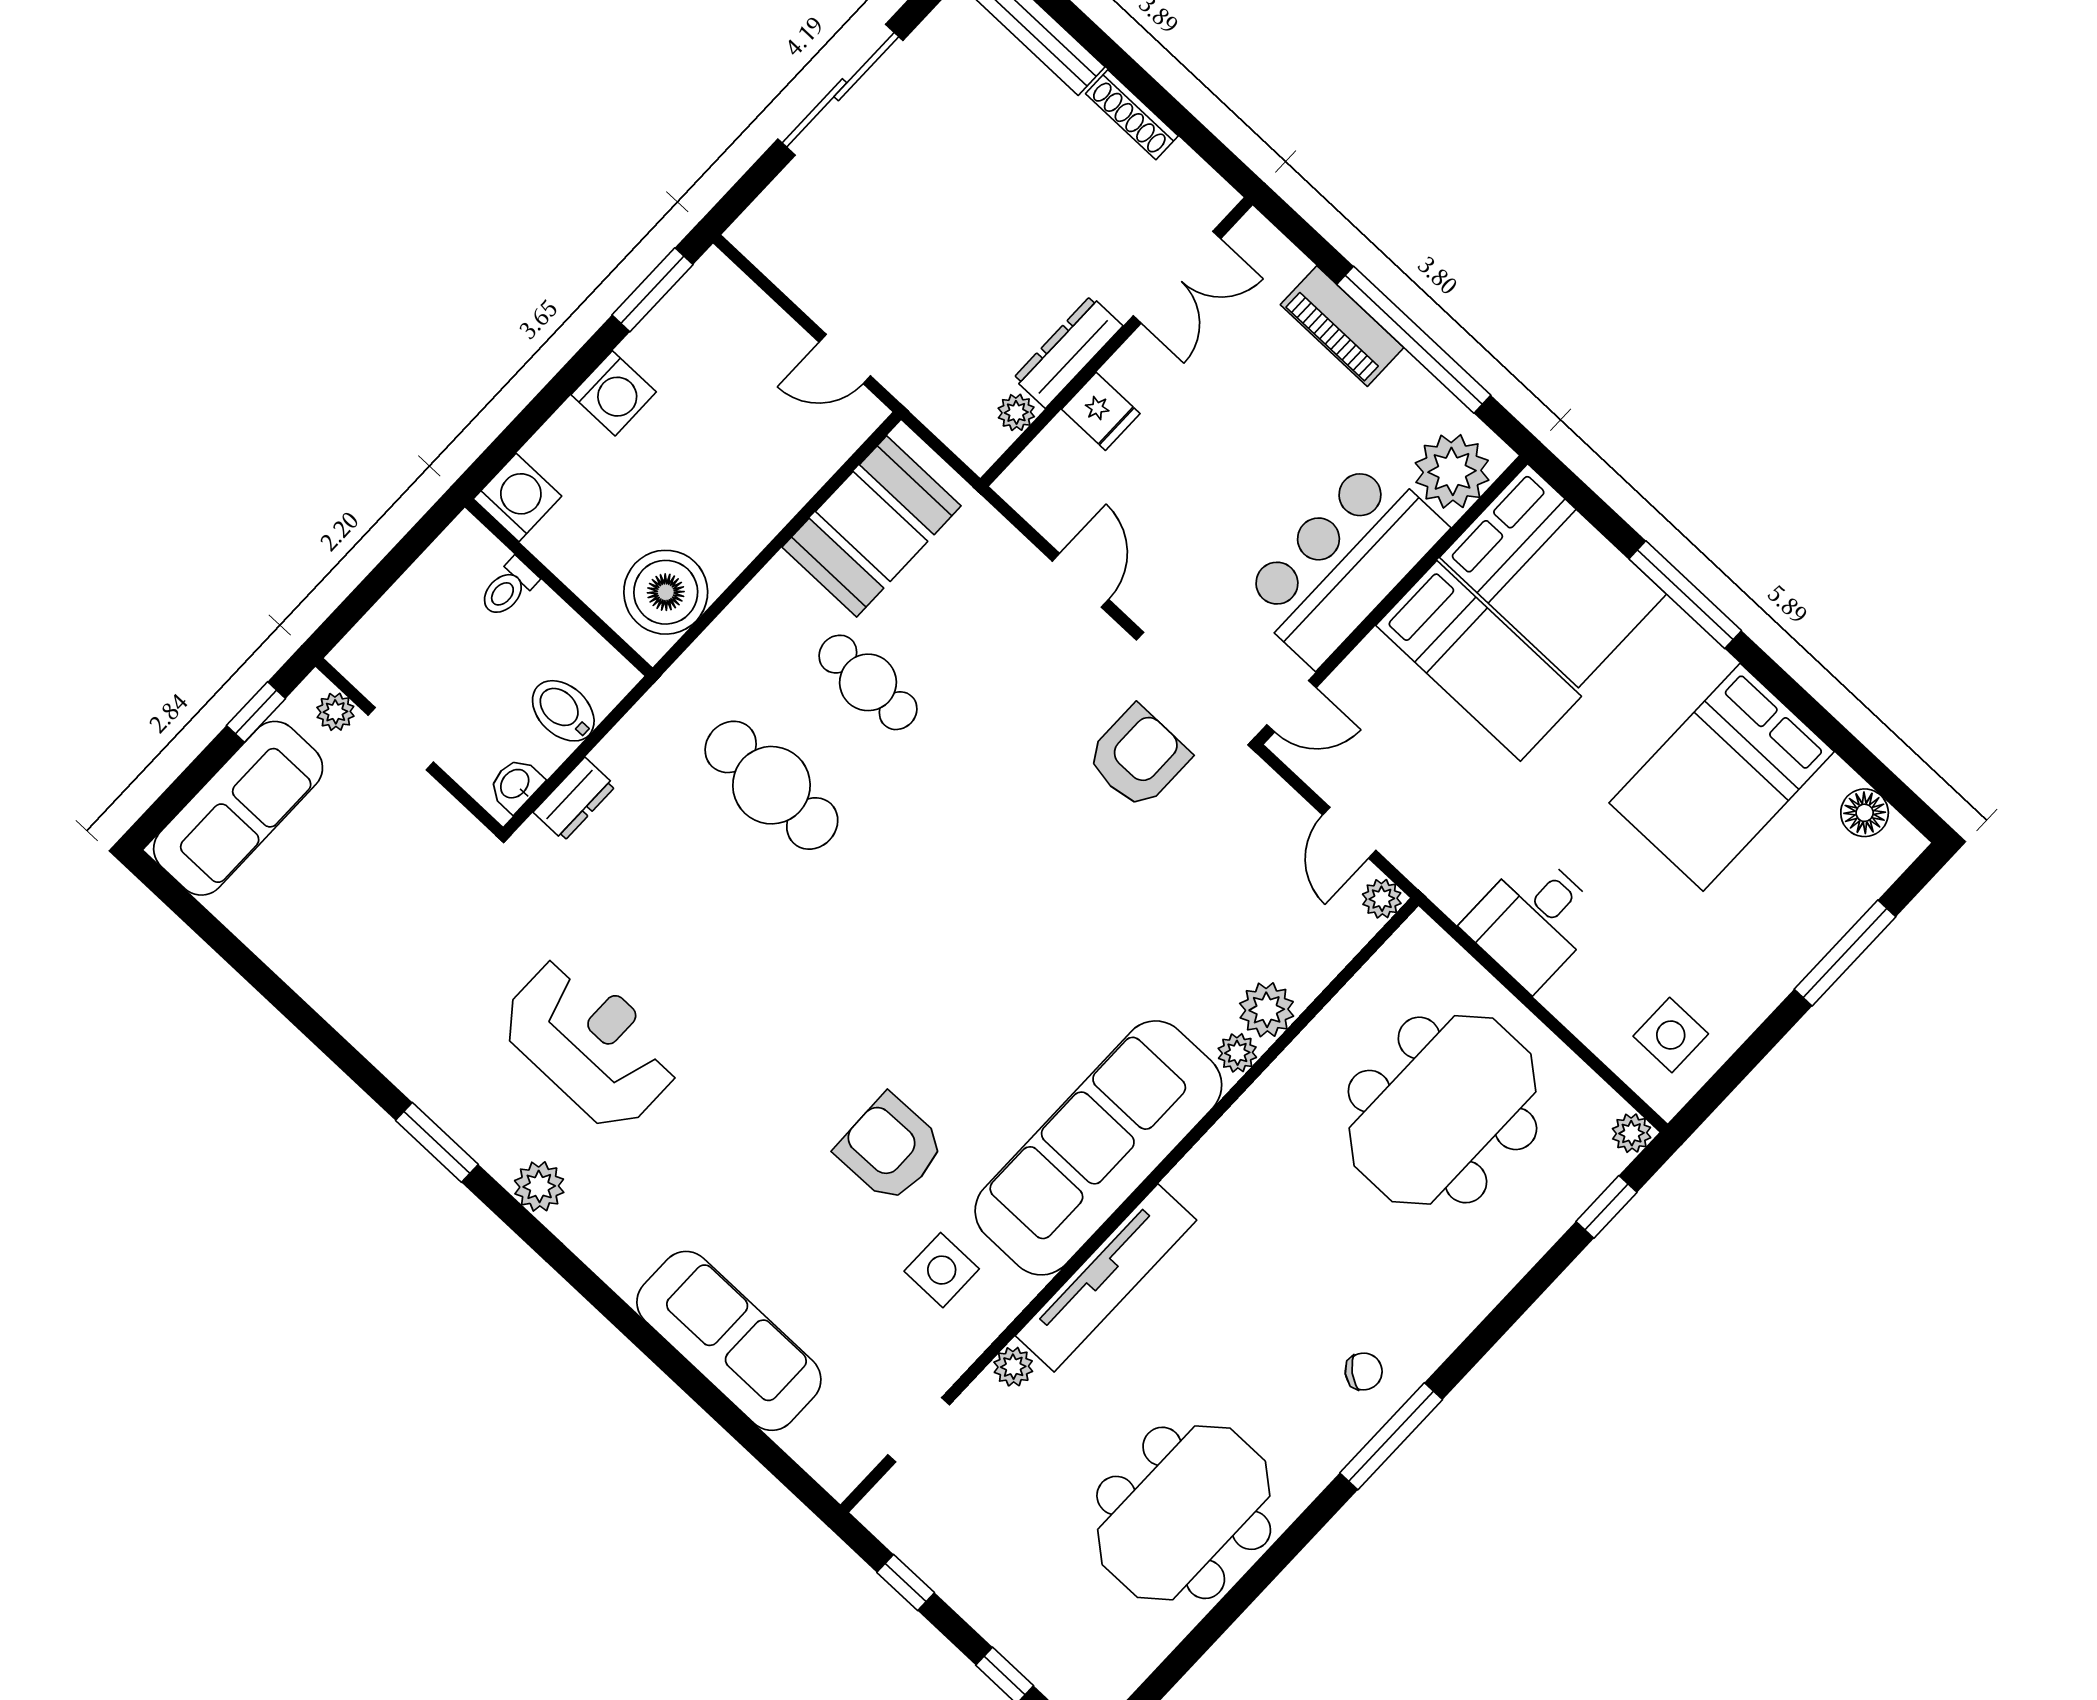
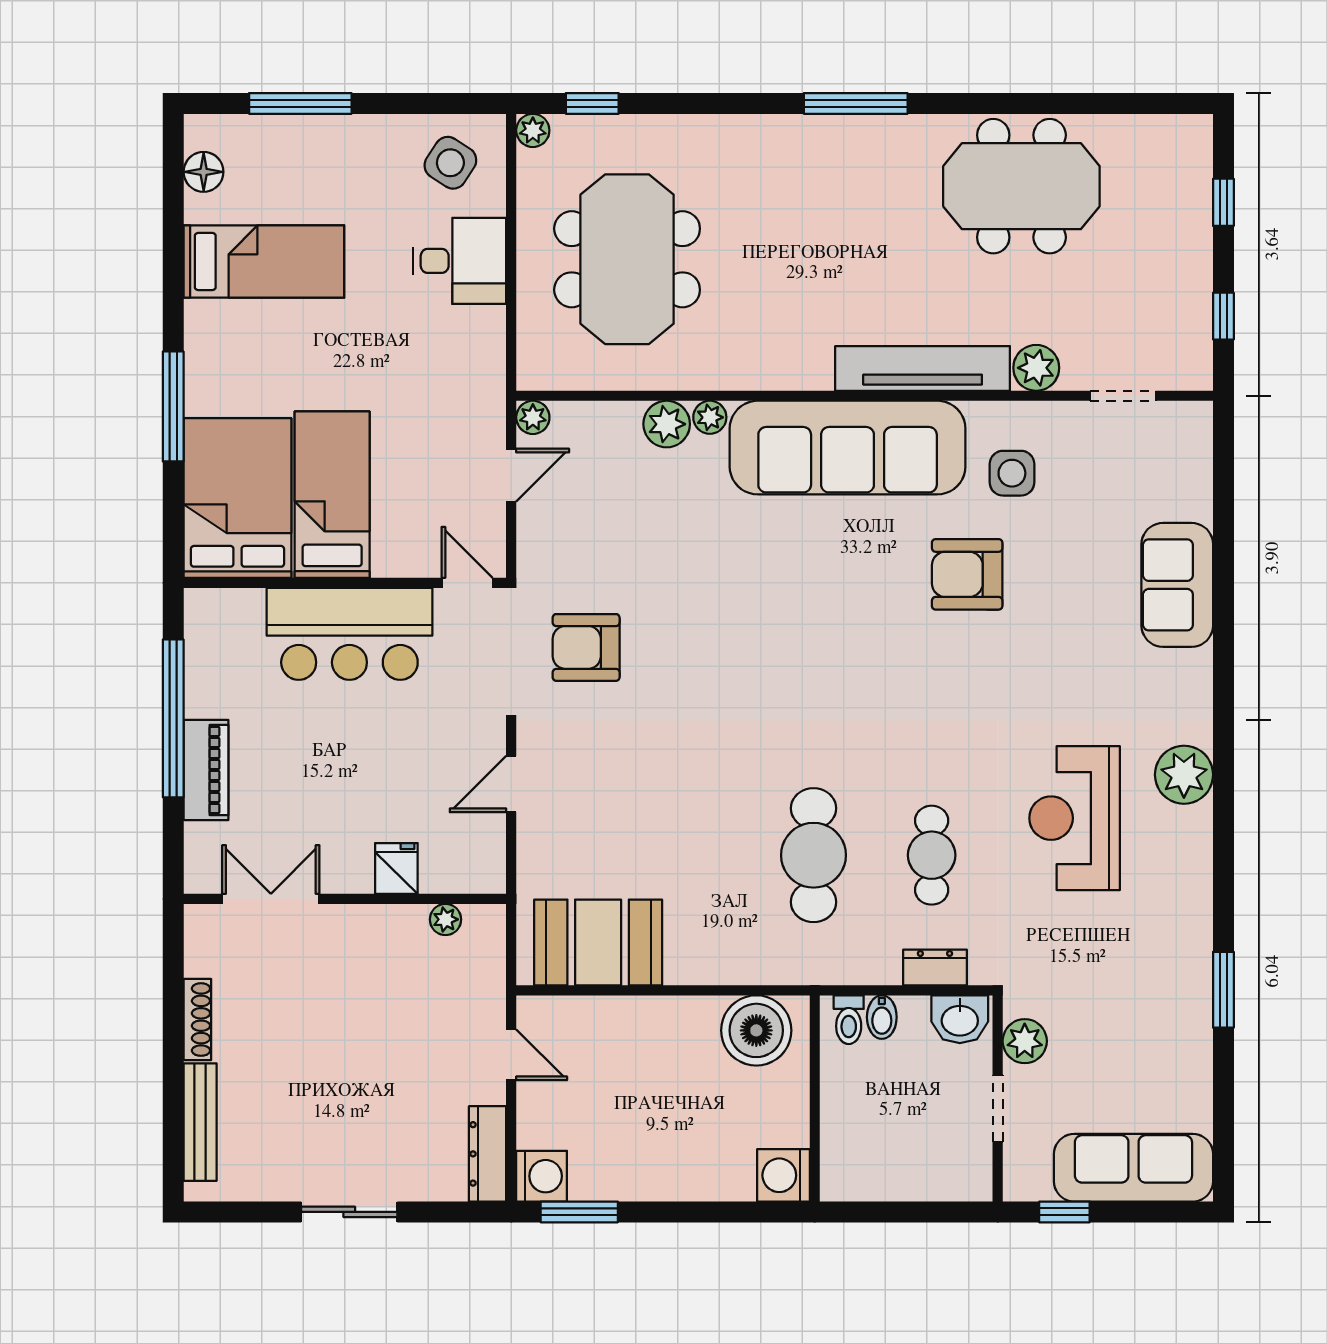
sliding door: (840, 90) -> (349, 1212), width x0.73
dresser: (1068, 352) -> (488, 1154), moved, turned 90
washing machine: (614, 393) -> (542, 1176), moved, turned 90
plant: (1452, 471) -> (232, 620), removed
toilet: (508, 588) -> (849, 1020), moved, turned 90
cafe table: (868, 682) -> (932, 855), moved
bidet: (563, 711) -> (882, 1017), width x0.72, depth x0.74
plant: (335, 712) -> (1025, 1041), moved, width x1.38, depth x1.38
bed: (1722, 777) -> (264, 261), width x0.67
washbasin: (516, 784) -> (960, 1019), width x1.38, depth x1.45
desk: (1533, 921) -> (460, 261), moved
side table: (1671, 1035) -> (450, 163), turned 33
meeting table: (1442, 1110) -> (627, 259), turned 90
window: (437, 1142) -> (1223, 990), moved
armchair: (890, 1148) -> (967, 574), turned 91
plant: (539, 1186) -> (1184, 775), width x1.36, depth x1.36
sofa: (729, 1341) -> (1177, 585), width x0.73
plant: (1013, 1367) -> (1036, 368), width x1.38, depth x1.38
chair: (1364, 1371) -> (832, 157), removed

